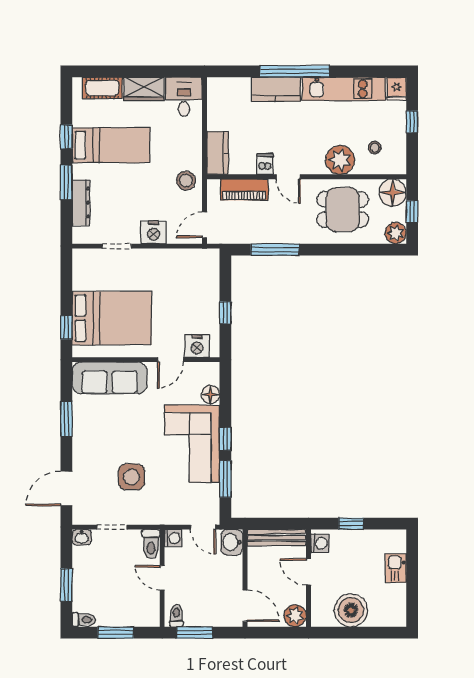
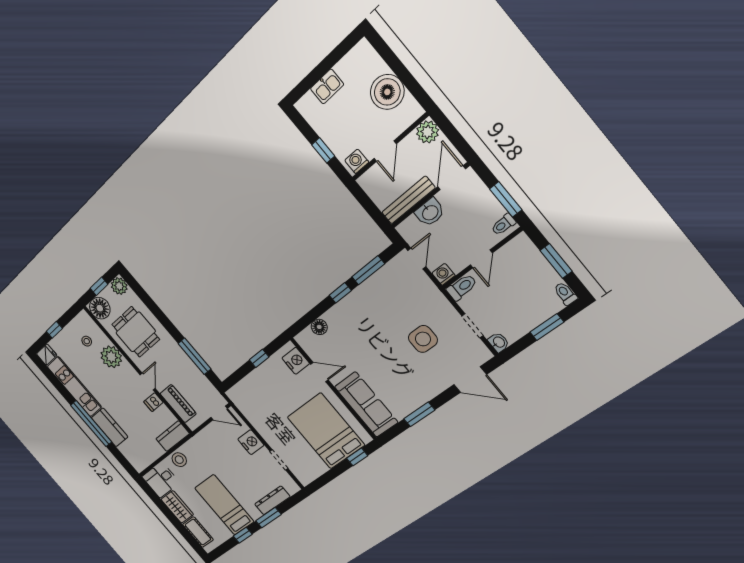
stool: (186, 181) -> (179, 460), moved
corner sofa: (192, 444) -> (363, 314), removed
bench: (276, 538) -> (408, 200), moved, turned 90
washbasin: (232, 542) -> (430, 212), moved

